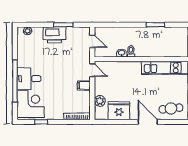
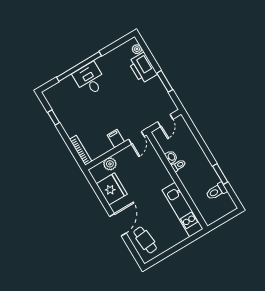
printer: (54, 35) -> (143, 68), moved
toilet: (166, 35) -> (216, 191), added
corner desk: (31, 104) -> (65, 96), removed

